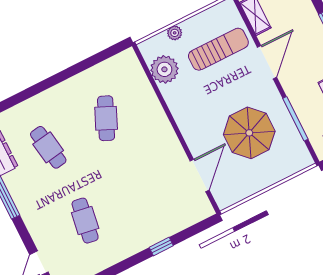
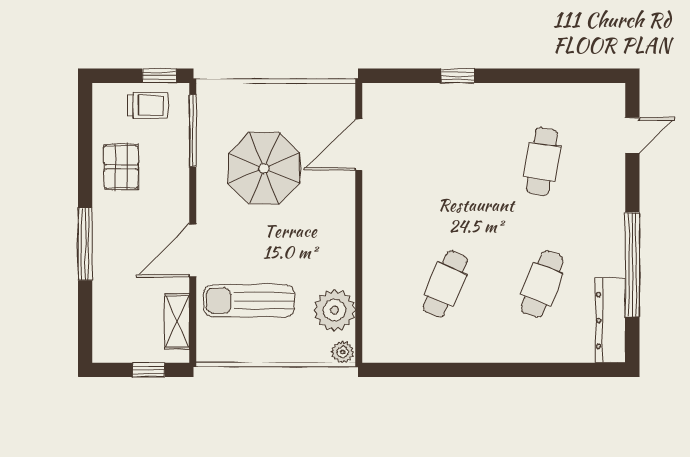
plant: (175, 33) -> (343, 352), moved
window: (295, 119) -> (193, 131), moved
cafe table: (48, 147) -> (542, 284), turned 30

